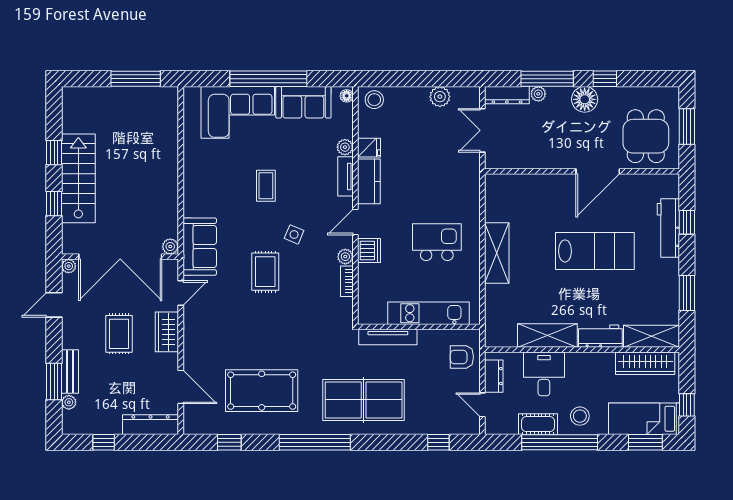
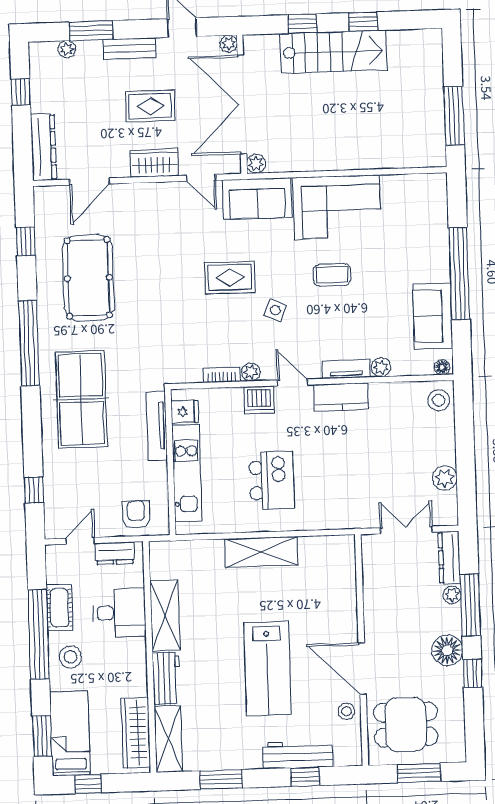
corner sofa: (238, 112) -> (337, 207), moved, turned -90
fridge: (369, 148) -> (185, 412), moved, turned -90
stool: (633, 186) -> (347, 711), added
bench: (70, 372) -> (129, 48), moved

